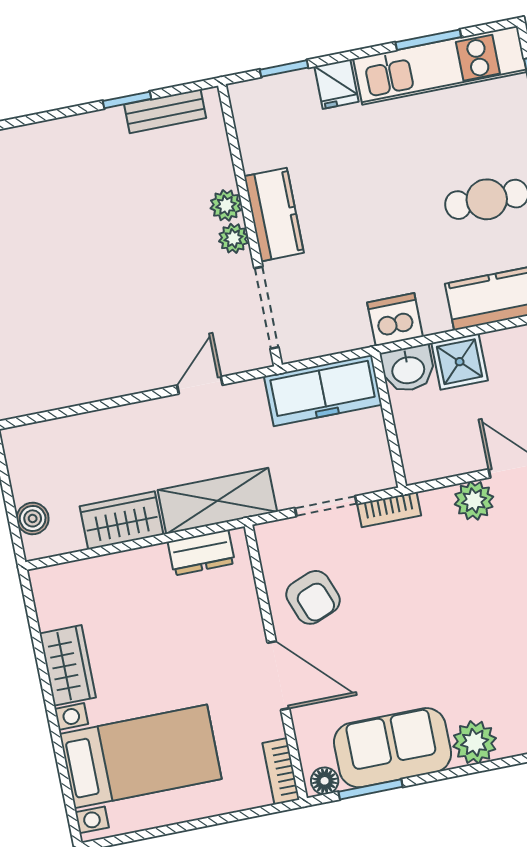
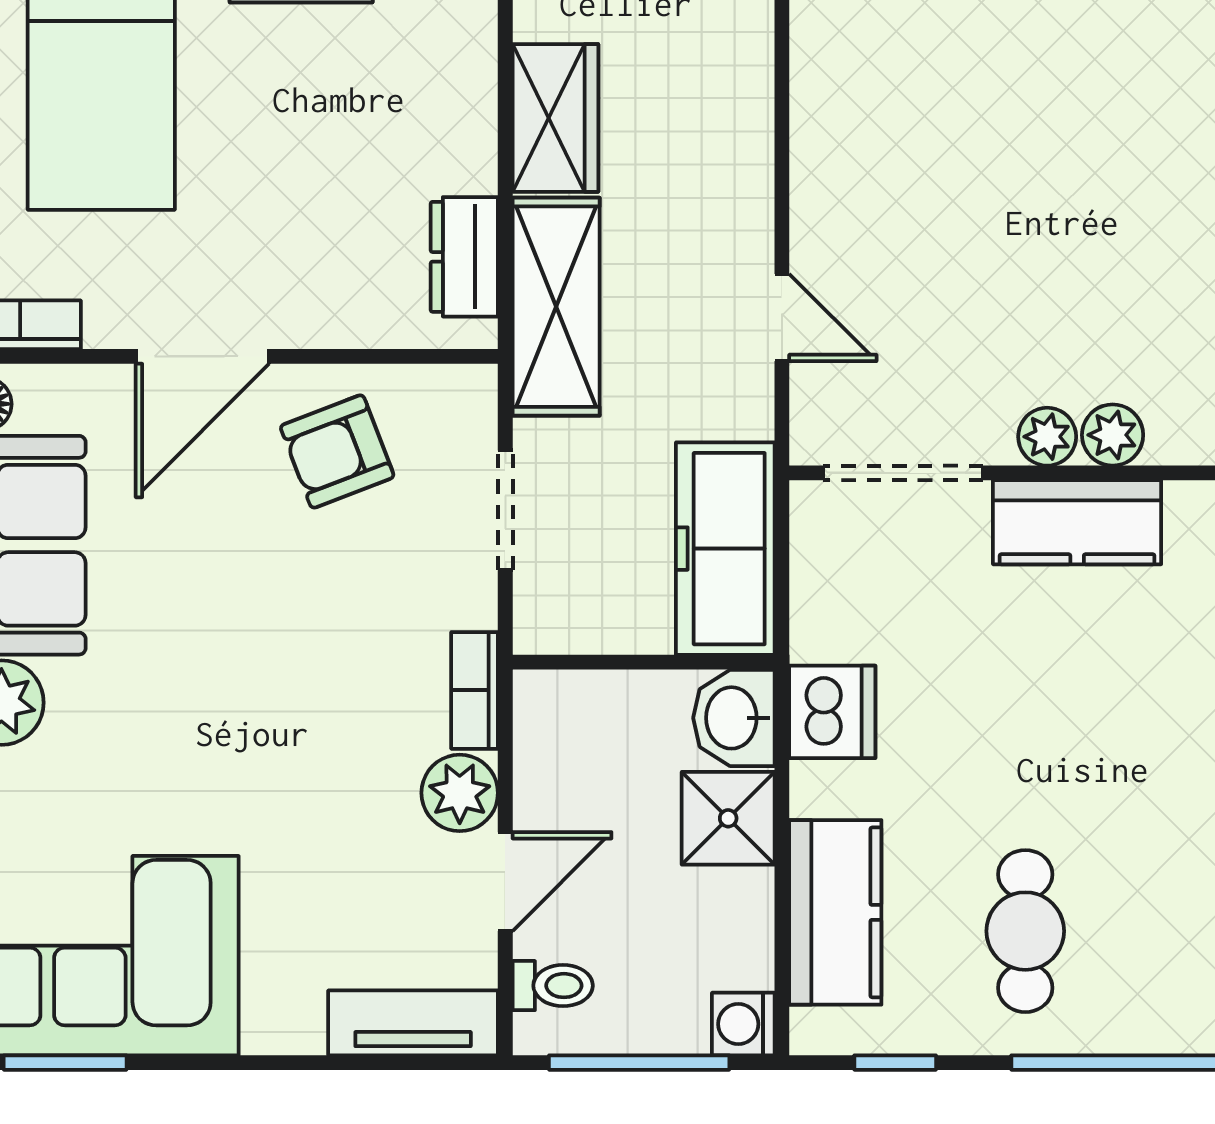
bookcase: (389, 510) -> (475, 690), moved

